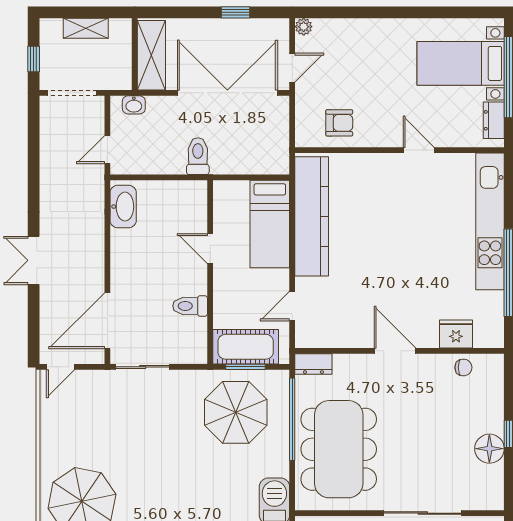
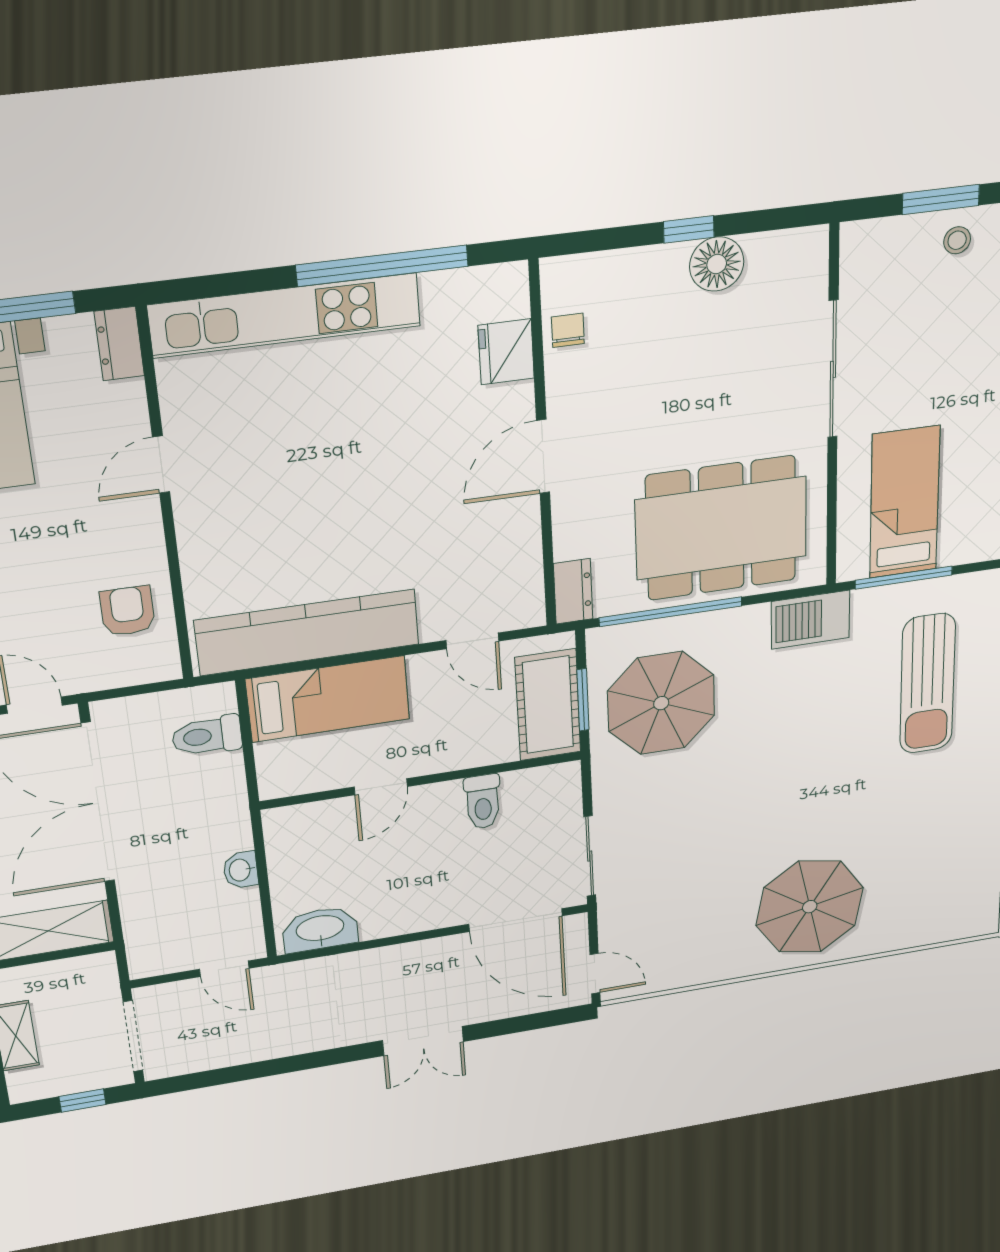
washbasin: (134, 105) -> (241, 870), moved, turned 180
dresser: (494, 120) -> (119, 344), moved, turned 90
toilet: (198, 156) -> (207, 736), moved

